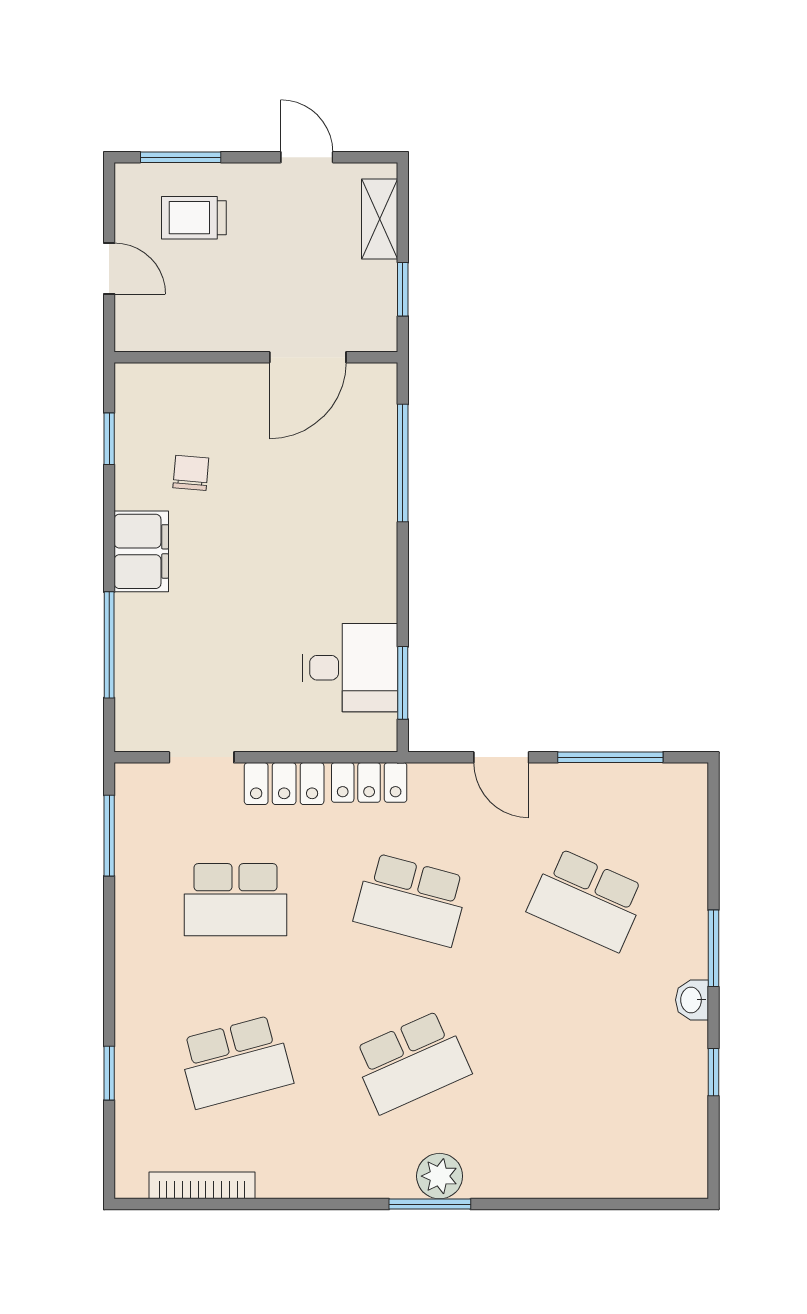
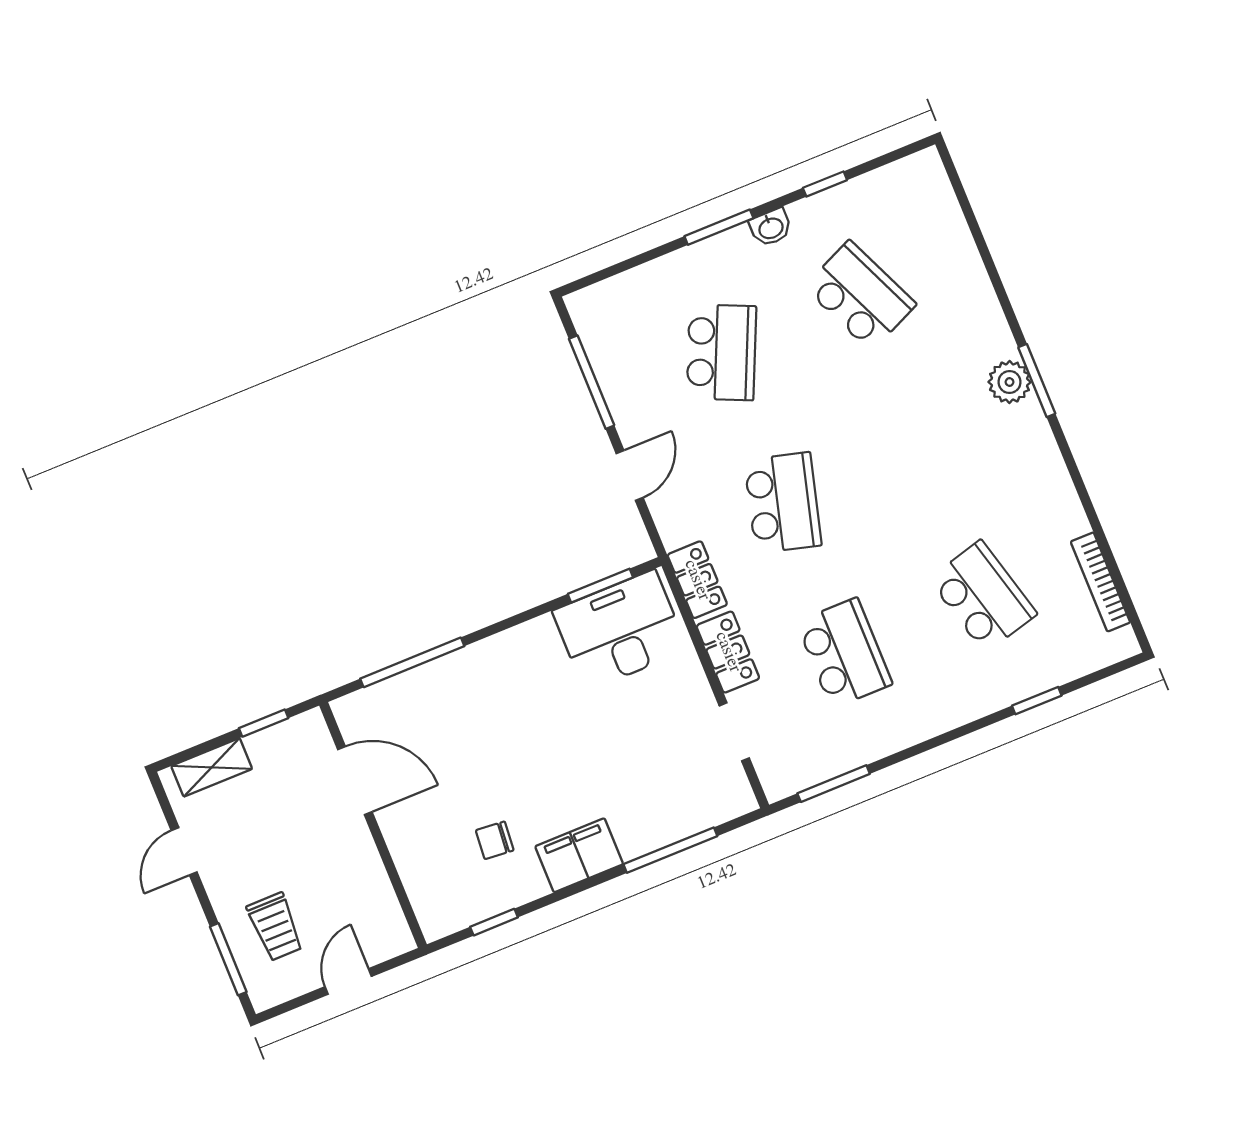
desk: (350, 668) -> (620, 630), width x1.37
school desk: (411, 1062) -> (860, 296), moved

